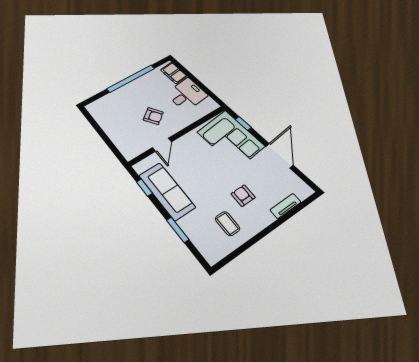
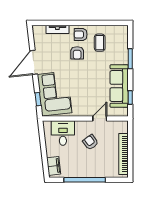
desk: (187, 95) -> (63, 133), moved, turned 96
bookcase: (107, 126) -> (123, 154), added
armchair: (256, 218) -> (81, 34), added

